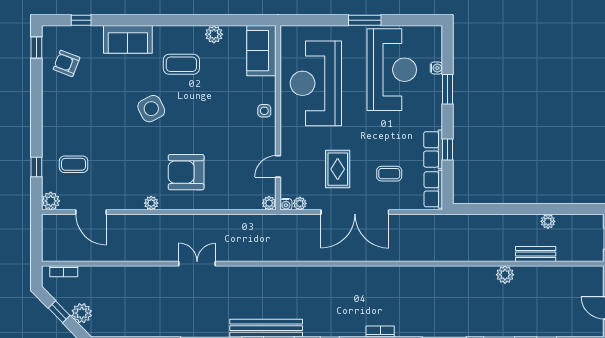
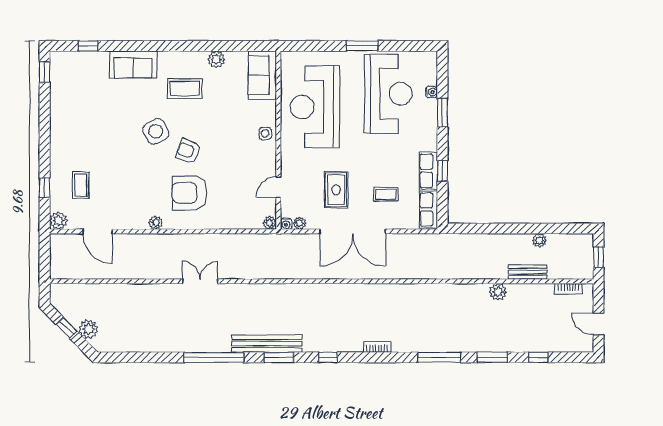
armchair: (66, 63) -> (188, 151), moved
coffee table: (74, 164) -> (81, 185), turned 90
bookcase: (64, 271) -> (569, 289), moved

